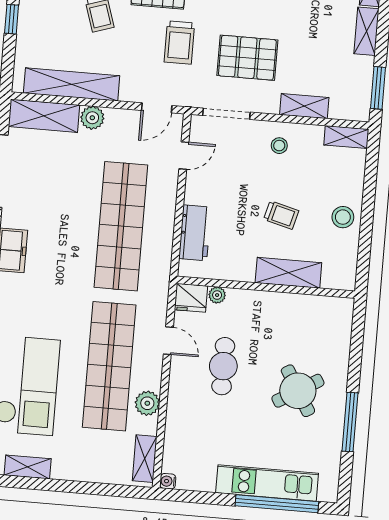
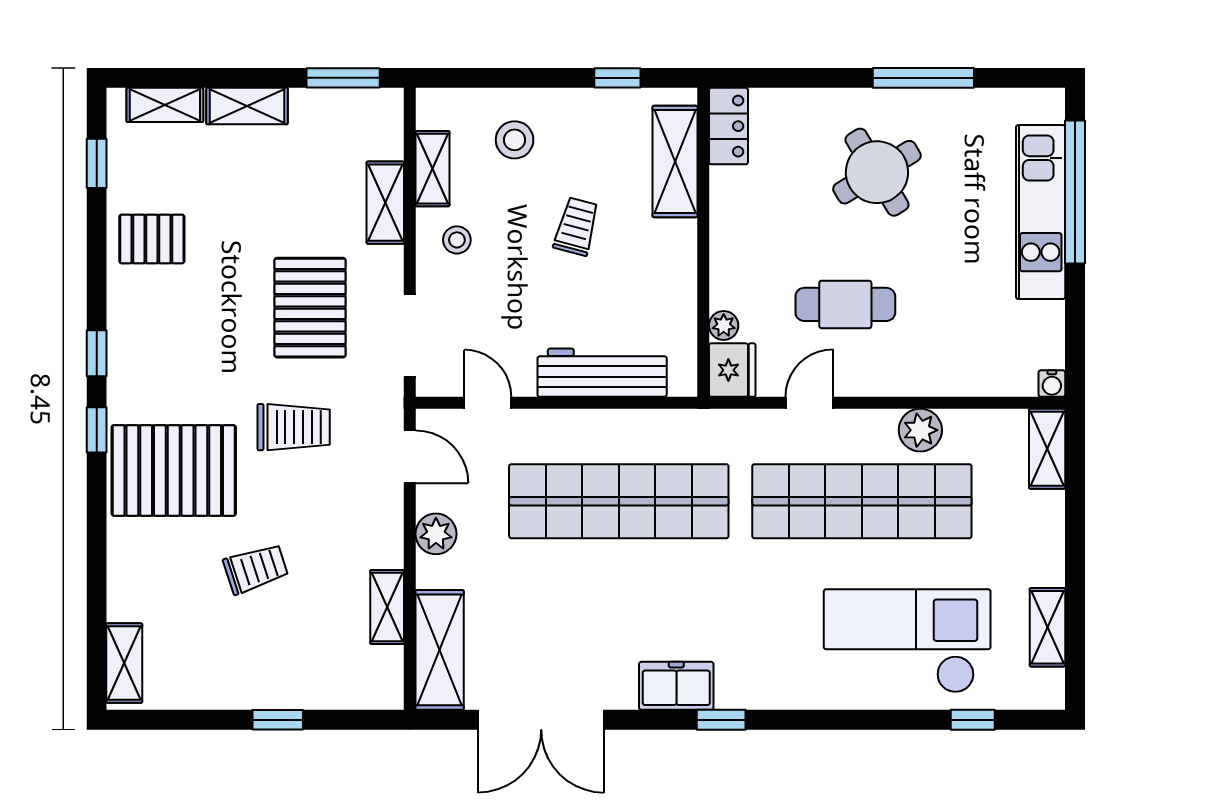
shelving: (72, 84) -> (387, 607), width x0.45, depth x0.75
plant: (92, 118) -> (436, 534), moved
shelving: (346, 137) -> (432, 169), moved
stool: (343, 217) -> (515, 140), moved
workbench: (195, 233) -> (602, 373), width x1.38
window: (365, 246) -> (617, 78), added
shelving: (288, 273) -> (675, 161), moved
locker: (332, 307) -> (728, 126), added
shelving: (145, 459) -> (1047, 449), moved, turned 90

